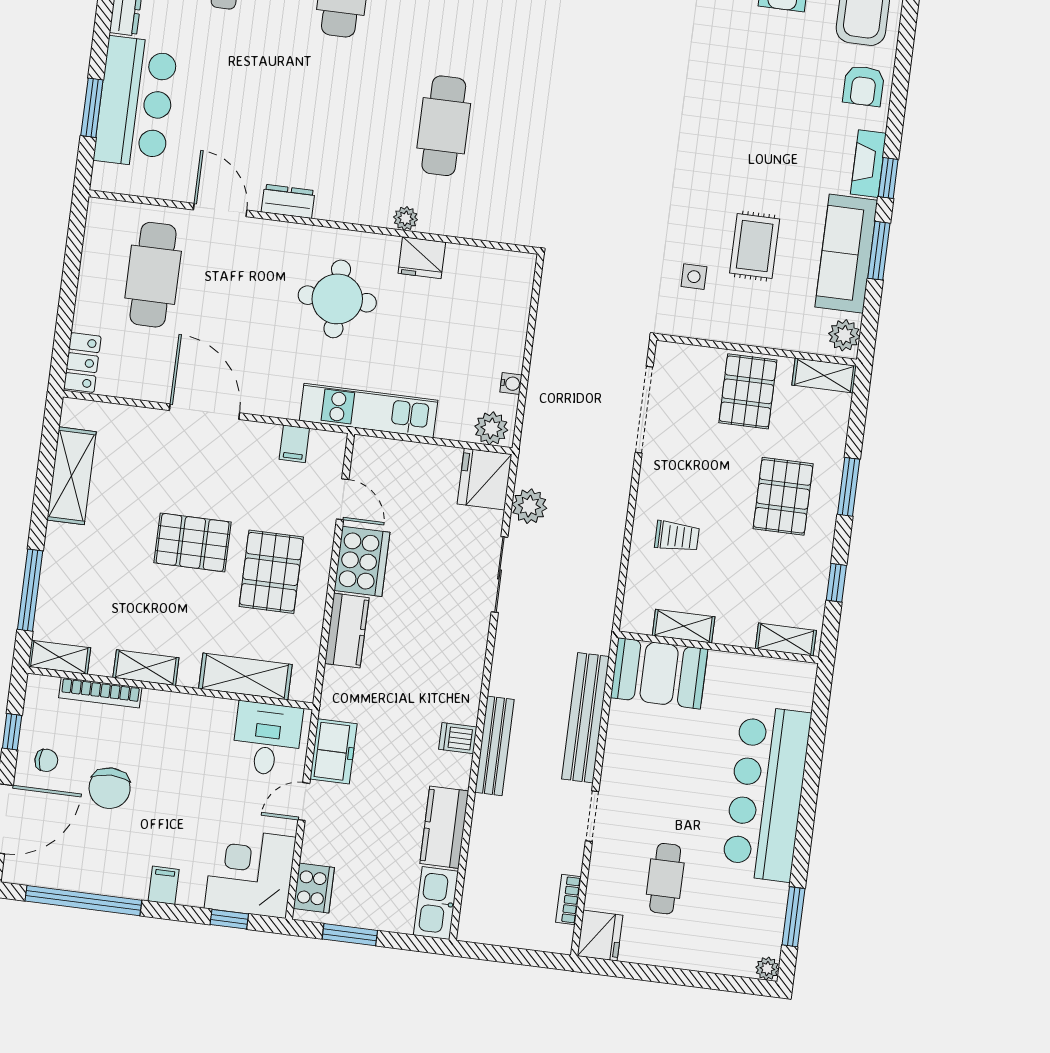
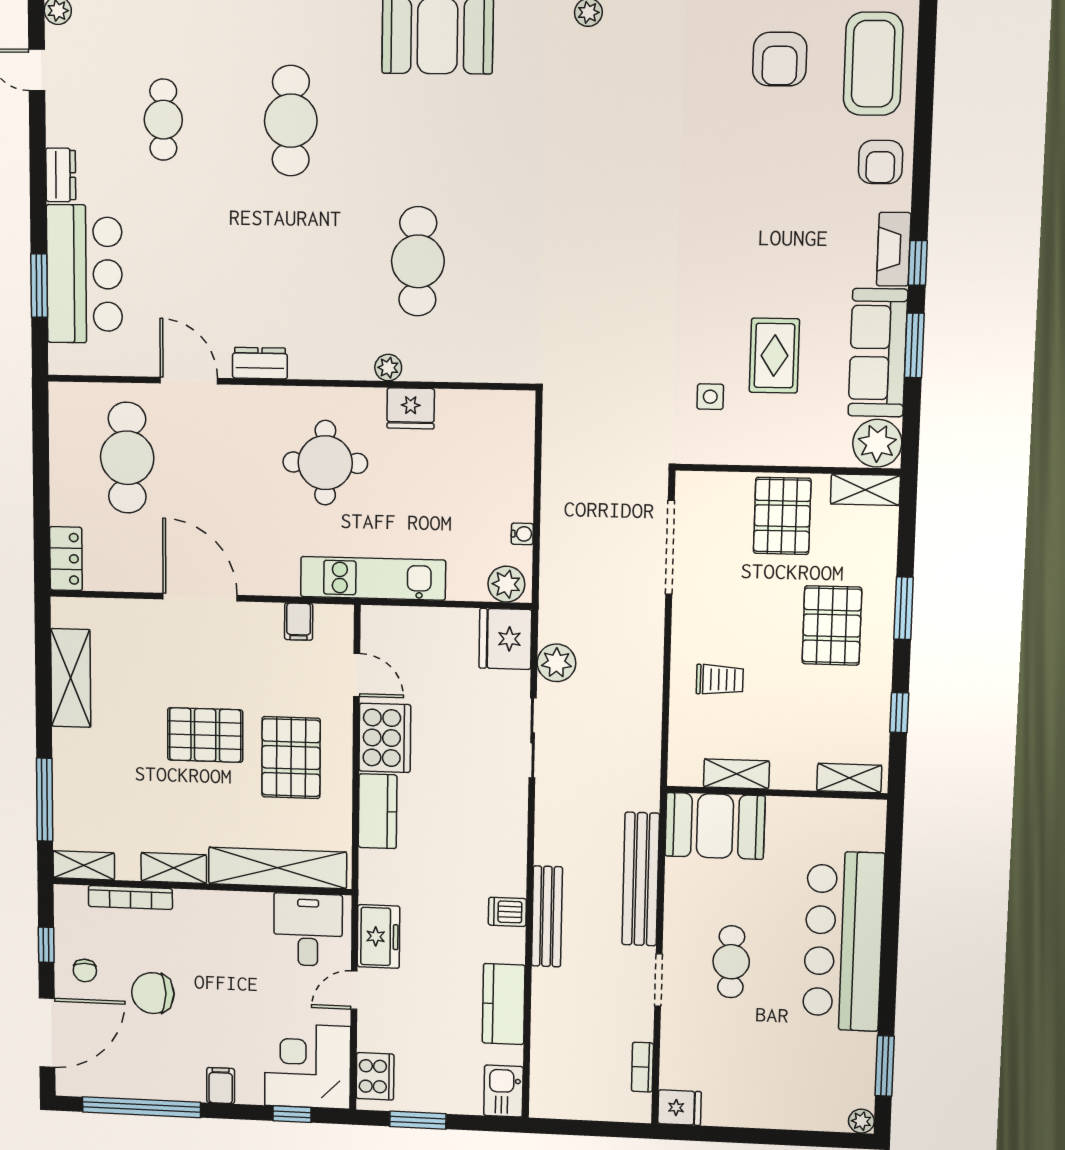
plant: (844, 335) -> (877, 443), width x1.36, depth x1.36
shelving: (245, 676) -> (278, 868), width x1.47
chair: (46, 760) -> (85, 971), turned 90
chair: (110, 788) -> (153, 993), turned 90
cafe table: (665, 879) -> (731, 962), moved
kitchen sink: (436, 903) -> (503, 1091), width x0.73
fridge: (600, 936) -> (679, 1108), width x0.72

